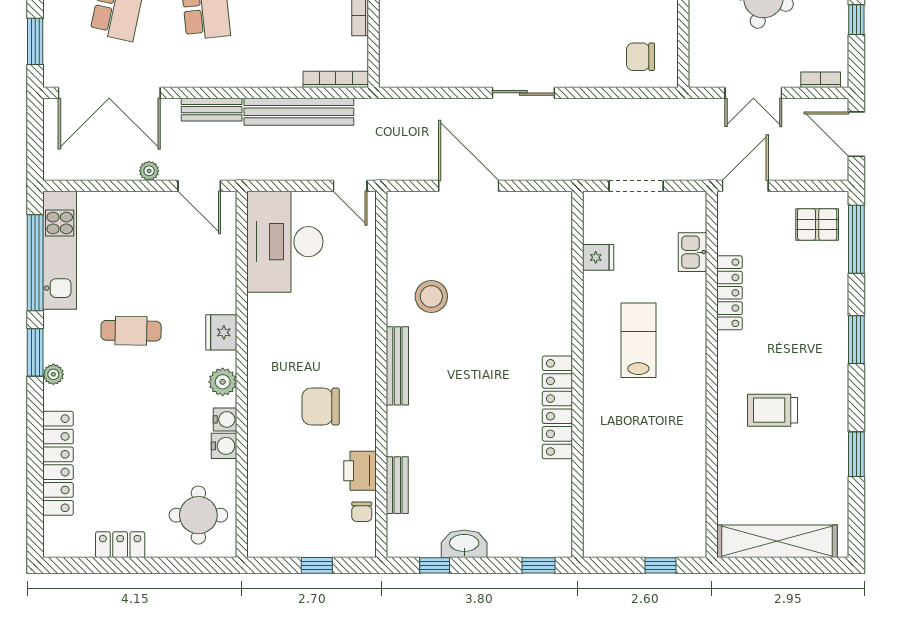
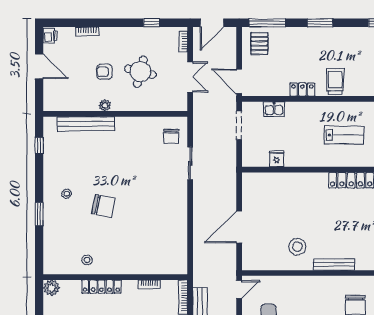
sliding door: (523, 93) -> (190, 163), moved
doorway: (636, 186) -> (239, 125), moved
locker: (730, 293) -> (302, 90), width x0.66
lab bench: (638, 340) -> (344, 135), moved, turned 180
trolley: (773, 410) -> (335, 82), moved, turned 180

